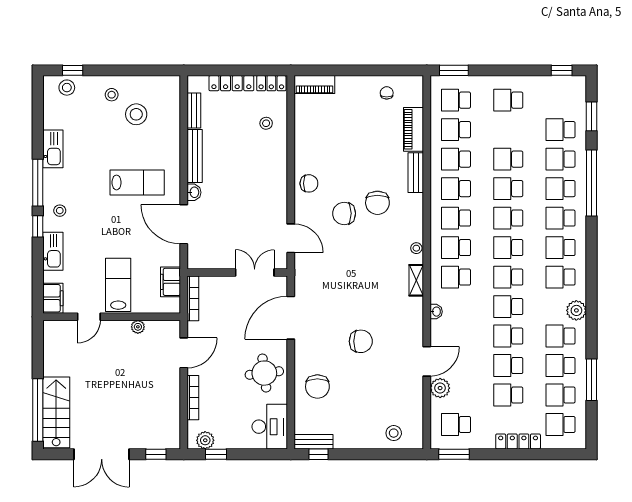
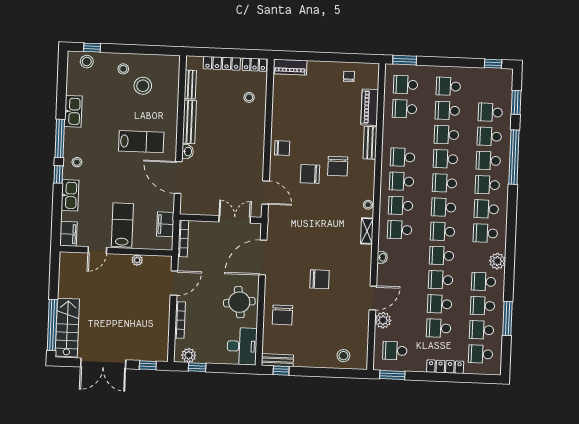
school desk: (456, 159) -> (447, 111), moved

